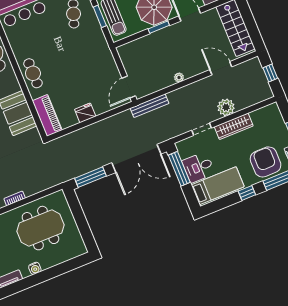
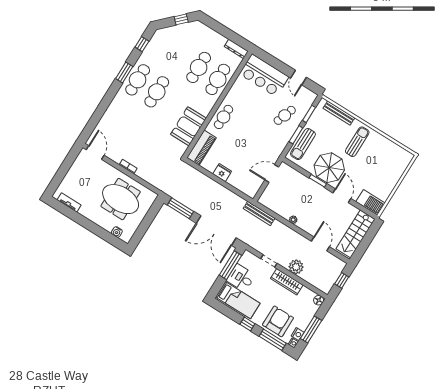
door: (129, 87) -> (272, 173), moved
floor lamp: (273, 109) -> (319, 300), added
water cooler: (35, 268) -> (117, 232), moved

